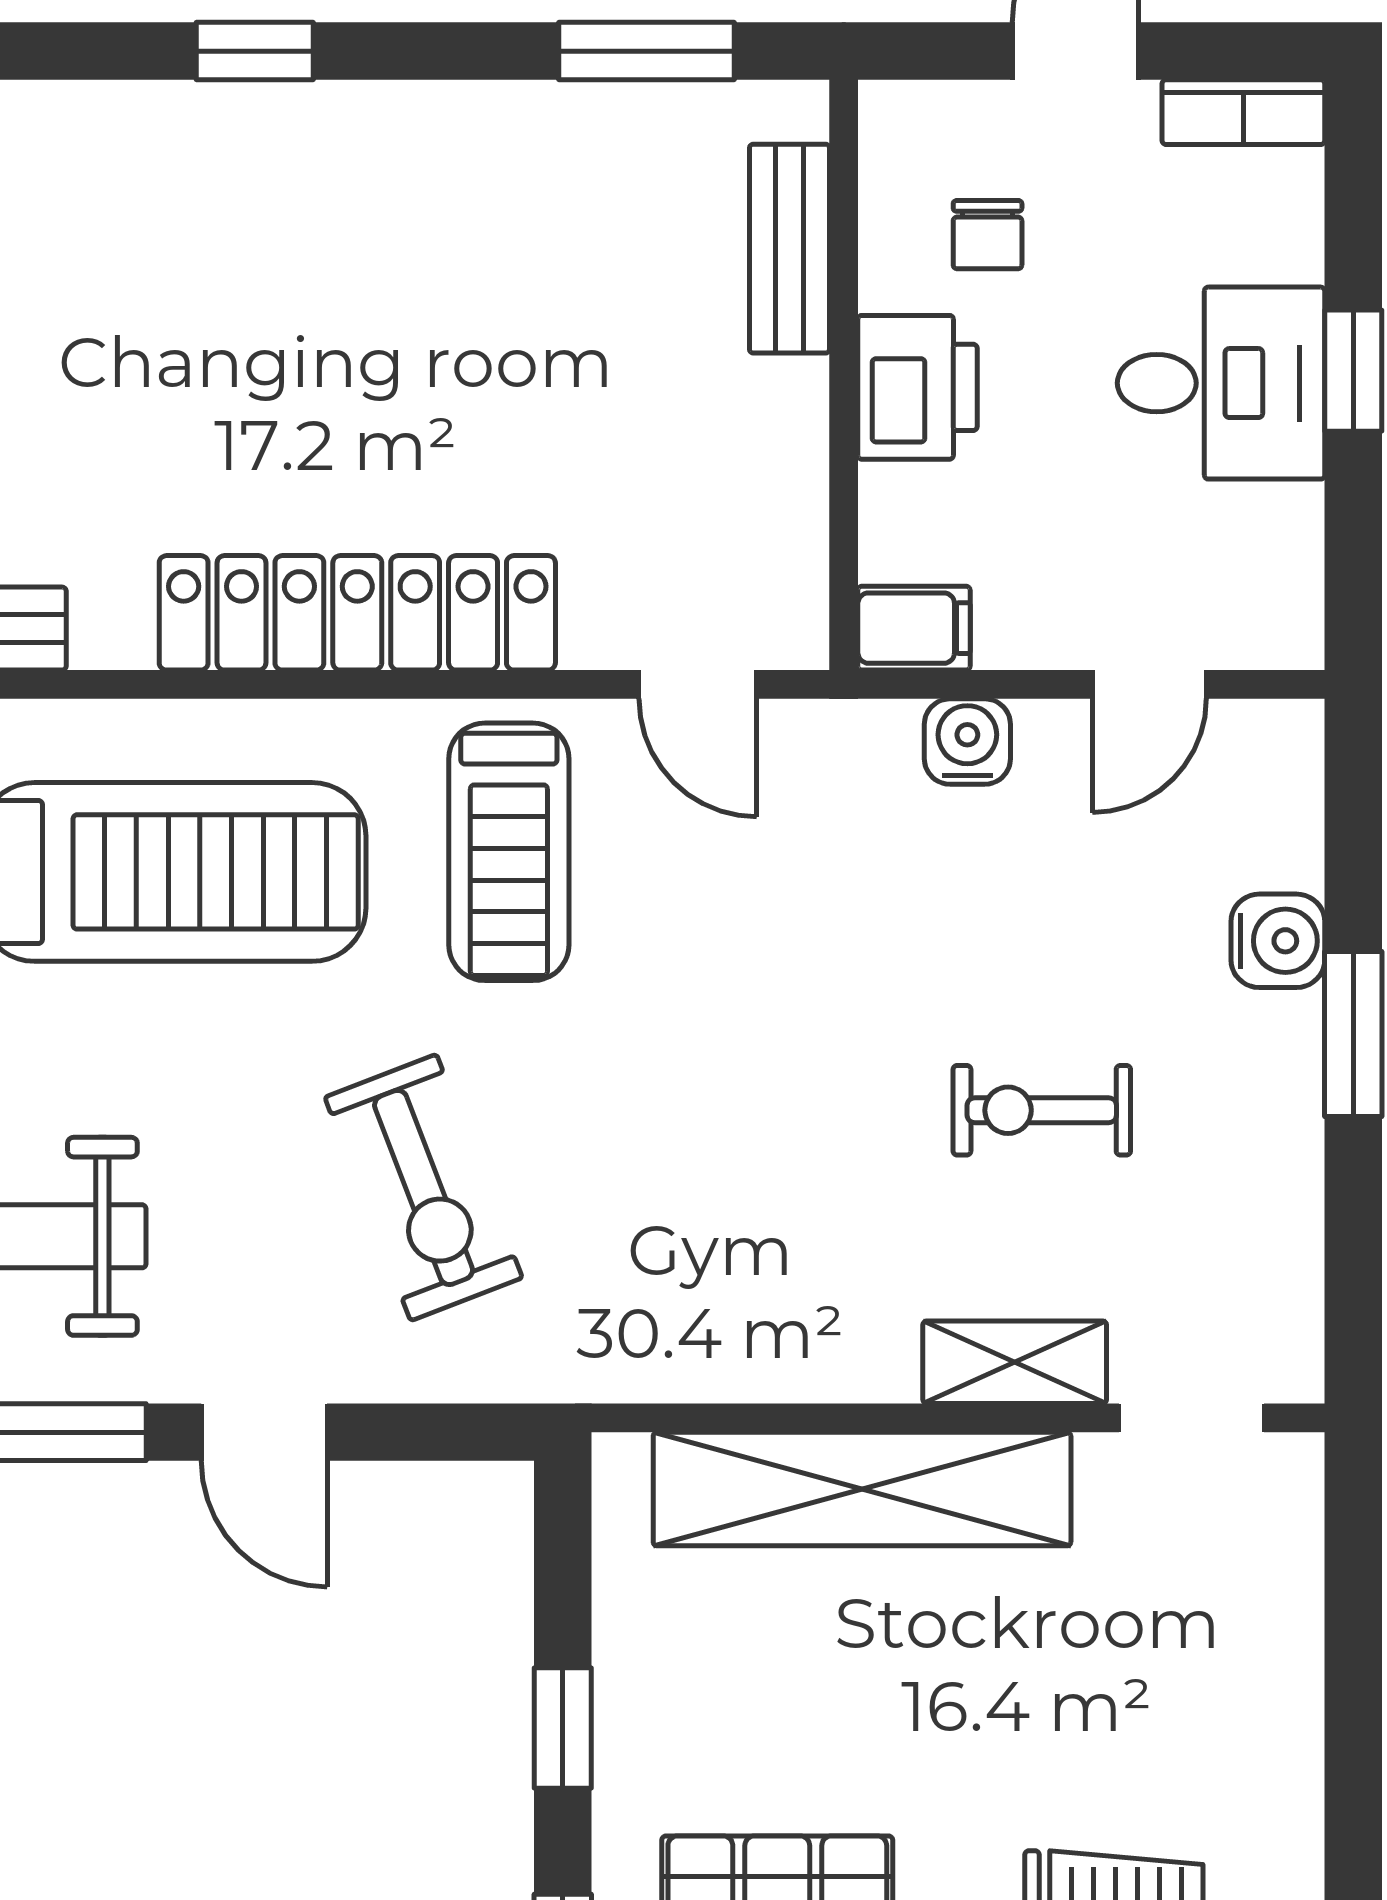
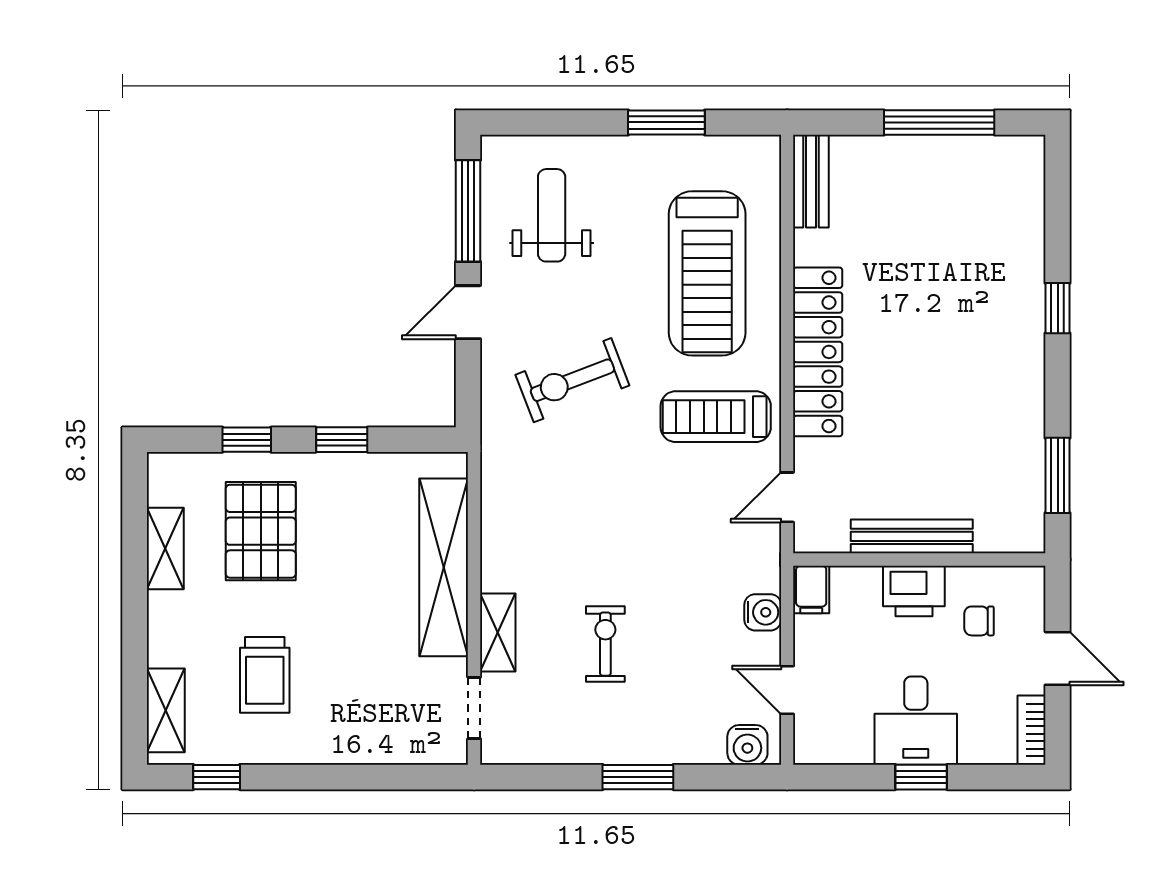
bench: (789, 249) -> (912, 536), moved, width x1.36
water cooler: (1278, 941) -> (747, 745), moved

